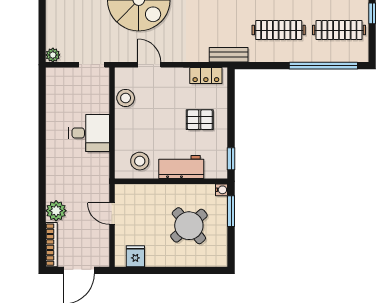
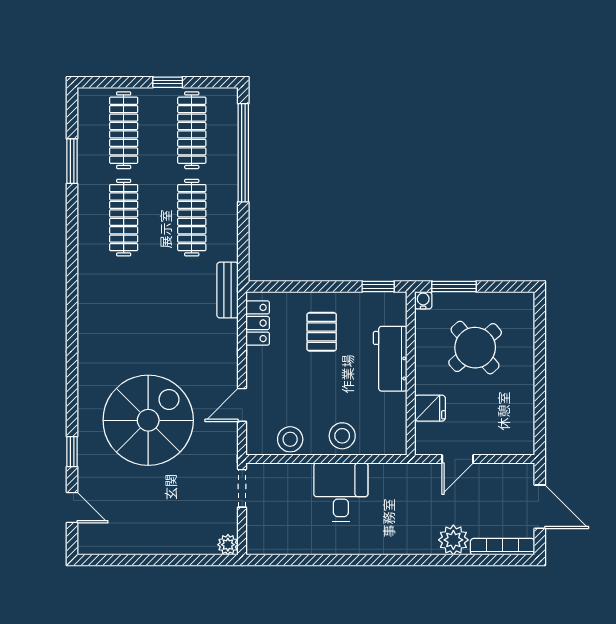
stool: (140, 161) -> (342, 436), moved
fridge: (135, 256) -> (430, 408), moved, turned 180

